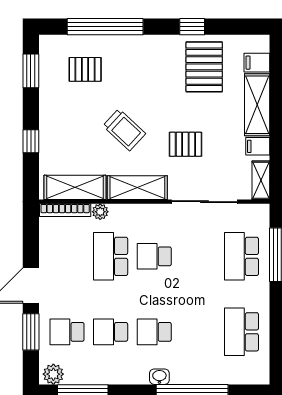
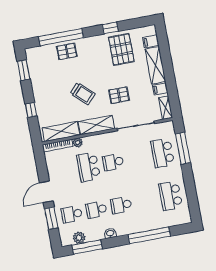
pallet: (85, 69) -> (67, 51), moved
plant: (53, 374) -> (79, 238), moved
washbasin: (159, 377) -> (110, 233), moved

